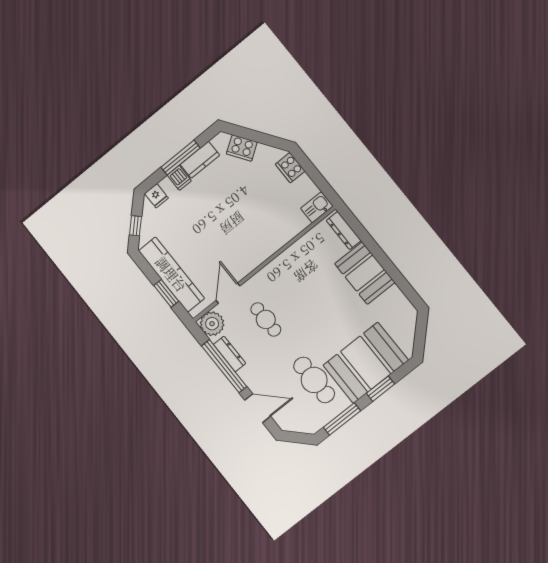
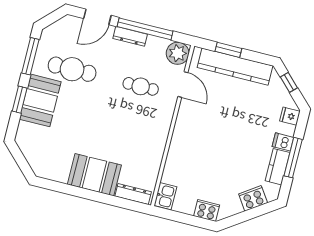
dresser: (229, 354) -> (130, 36), moved
booth: (366, 363) -> (40, 100), width x0.73, depth x0.70

